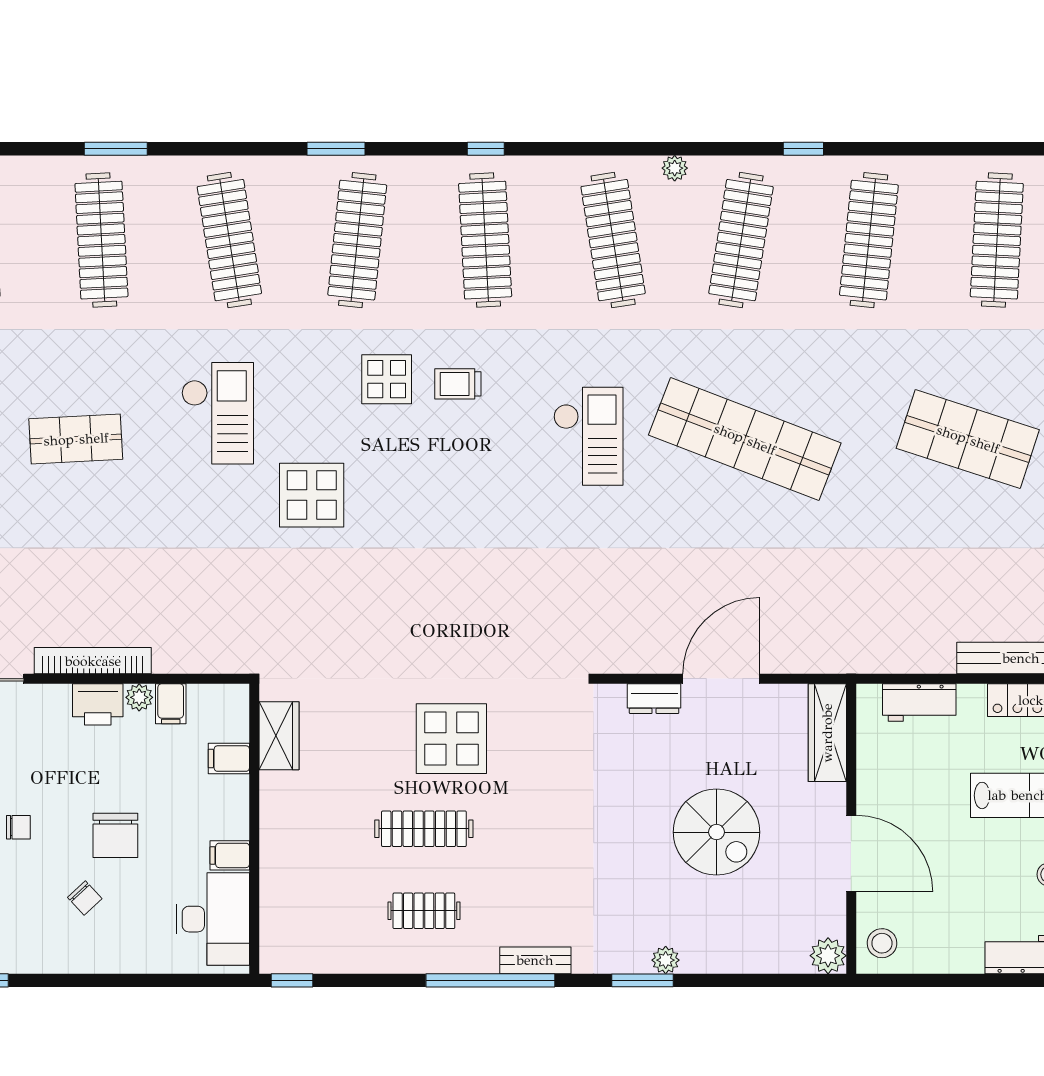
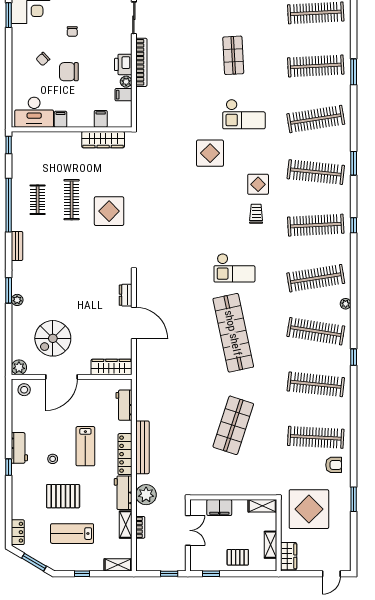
shop shelf: (745, 439) -> (233, 333), turned -33
wardrobe: (279, 736) -> (103, 140), width x1.50
spiral stairs: (716, 832) -> (53, 338), moved
window: (490, 980) -> (9, 205), moved

